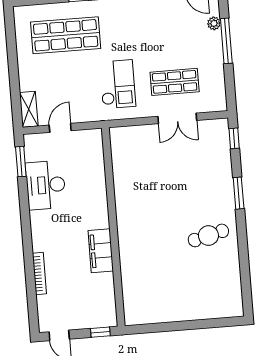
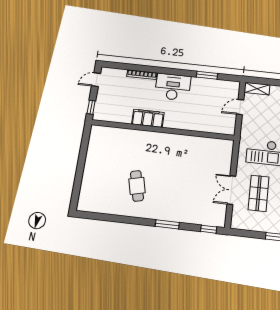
door: (60, 128) -> (240, 107), swing flipped
window: (21, 162) -> (207, 75), moved
desk: (46, 185) -> (173, 87), moved
cafe table: (208, 235) -> (137, 186), moved

